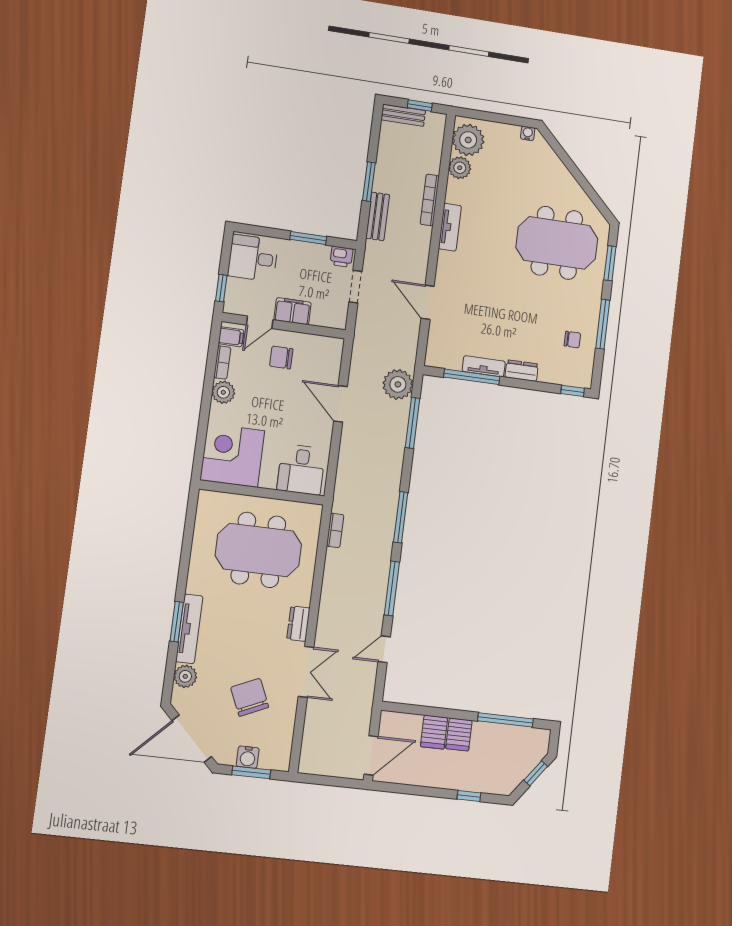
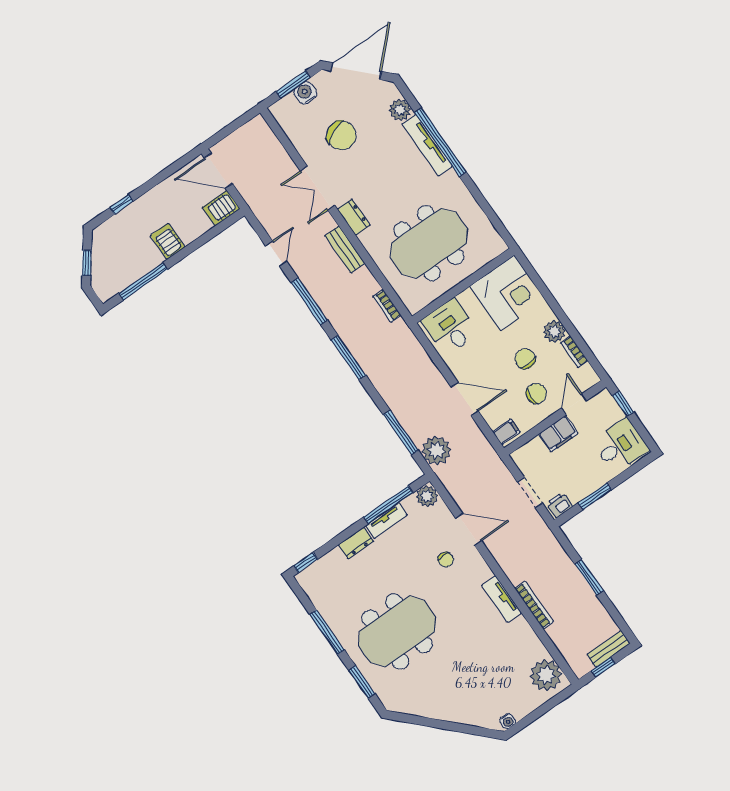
plant: (460, 168) -> (427, 496), moved
bench: (378, 216) -> (345, 249), moved
meeting table: (557, 243) -> (397, 631), moved
filing cabinet: (231, 337) -> (506, 432), moved, turned 180
chair: (572, 340) -> (446, 560), moved, turned -90
chair: (265, 392) -> (525, 359), added
window: (177, 622) -> (441, 142), width x2.11
server rack: (434, 732) -> (221, 208), moved, turned -90
door: (371, 755) -> (218, 171), hinge flipped

